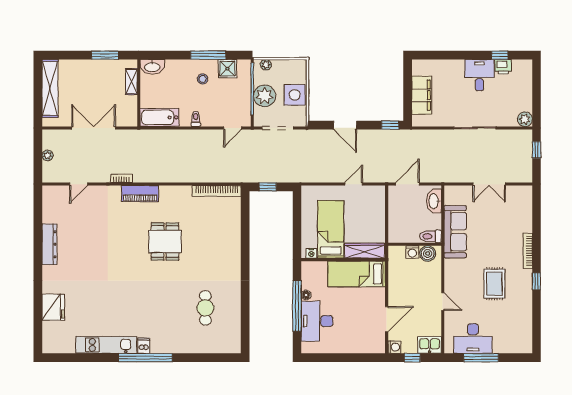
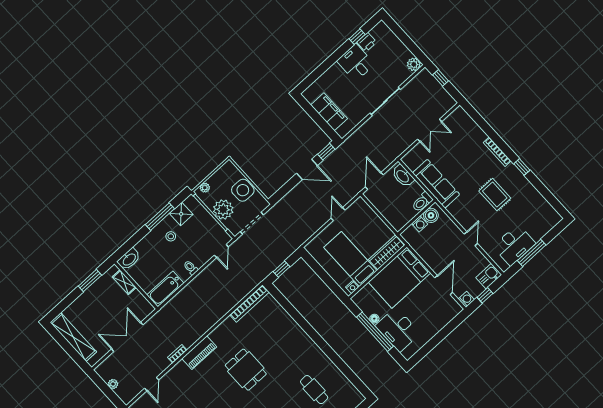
door: (345, 125) -> (307, 169), moved
bed: (357, 274) -> (399, 278), width x1.50
door: (443, 302) -> (471, 239), hinge flipped

